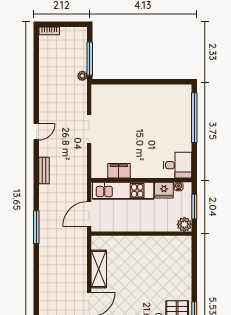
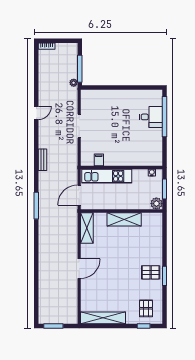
door: (36, 132) -> (36, 113), moved
desk: (177, 165) -> (151, 117), moved
filing cabinet: (119, 171) -> (99, 160), width x0.50
fridge: (164, 190) -> (140, 176), removed
shelving: (144, 244) -> (124, 219), added
shelving: (99, 269) -> (87, 228), moved

